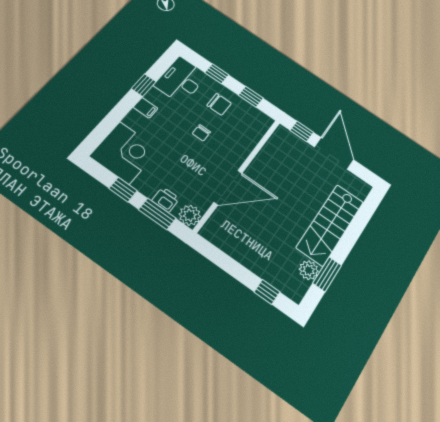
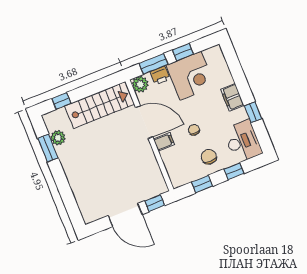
chair: (219, 104) -> (209, 157), turned 90
filing cabinet: (146, 108) -> (232, 97), width x2.00
corner desk: (124, 153) -> (191, 76), moved, turned -90
filing cabinet: (235, 156) -> (164, 142), added
door: (228, 188) -> (144, 122), swing flipped
stairs: (330, 225) -> (100, 105), moved, turned 90

